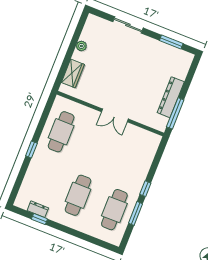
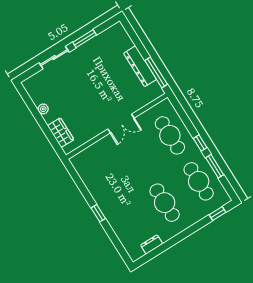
window: (171, 42) -> (85, 39), moved
cafe table: (61, 132) -> (170, 135), moved
window: (39, 219) -> (218, 213), moved

